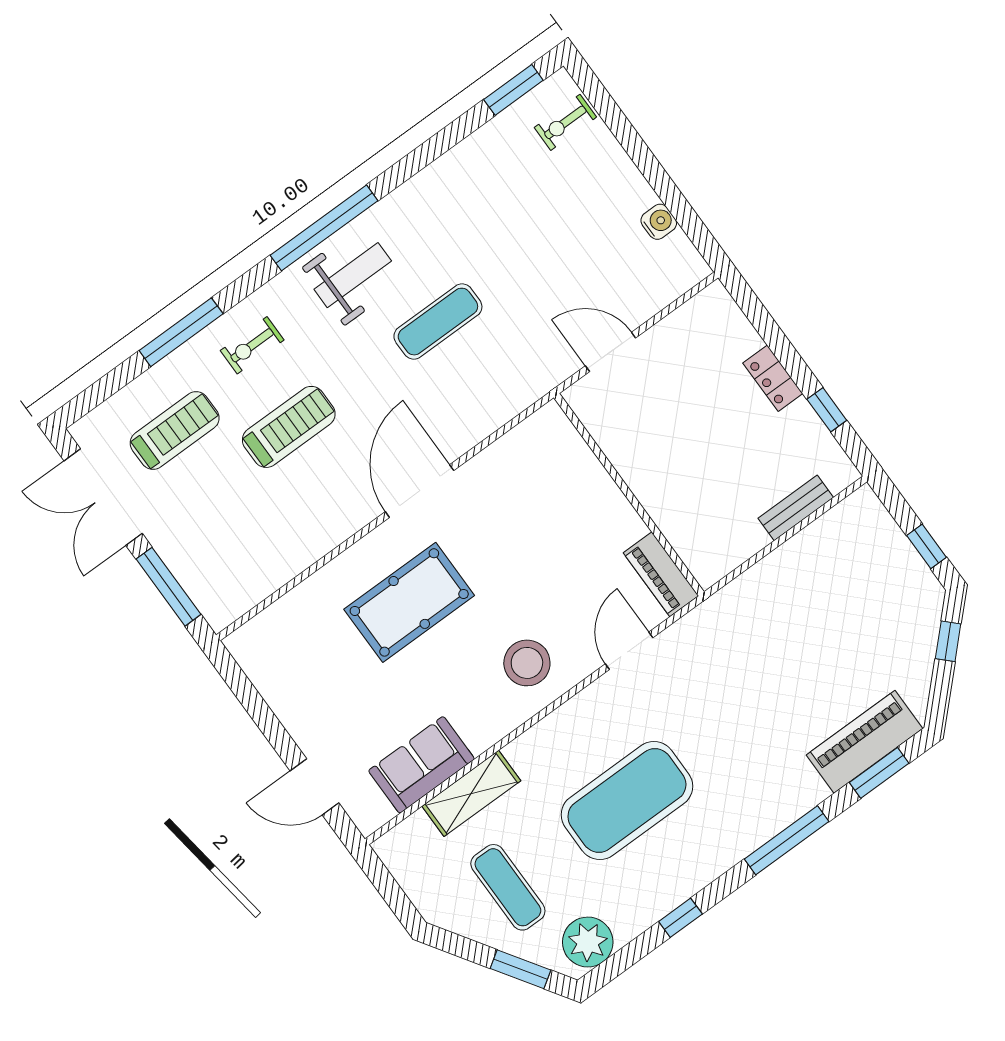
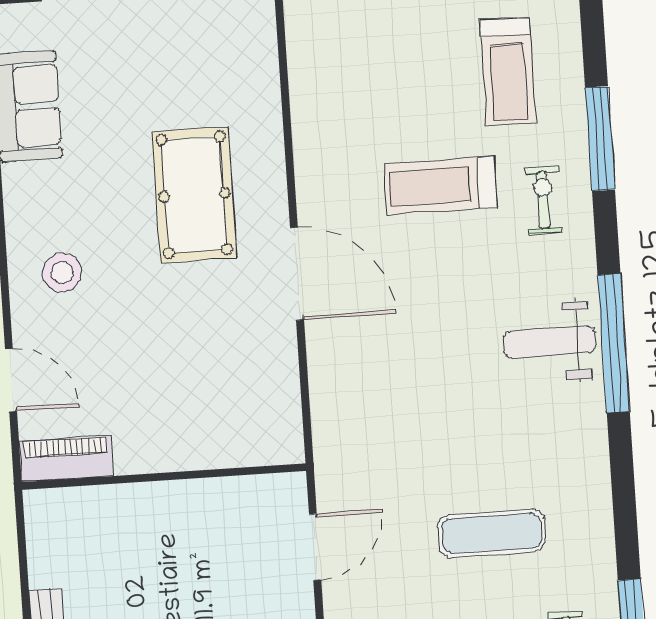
weight bench: (353, 275) -> (550, 342), turned 90
exercise mat: (438, 322) -> (492, 533), moved, turned 90
treadmill: (289, 427) -> (441, 185), turned 90
stool: (527, 663) -> (62, 273), width x0.73, depth x0.73

